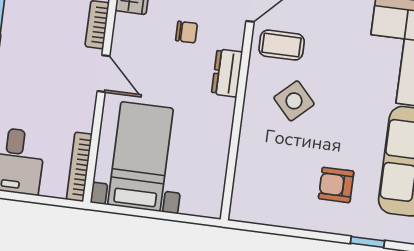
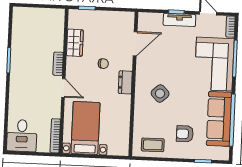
coffee table: (282, 45) -> (153, 145), moved

